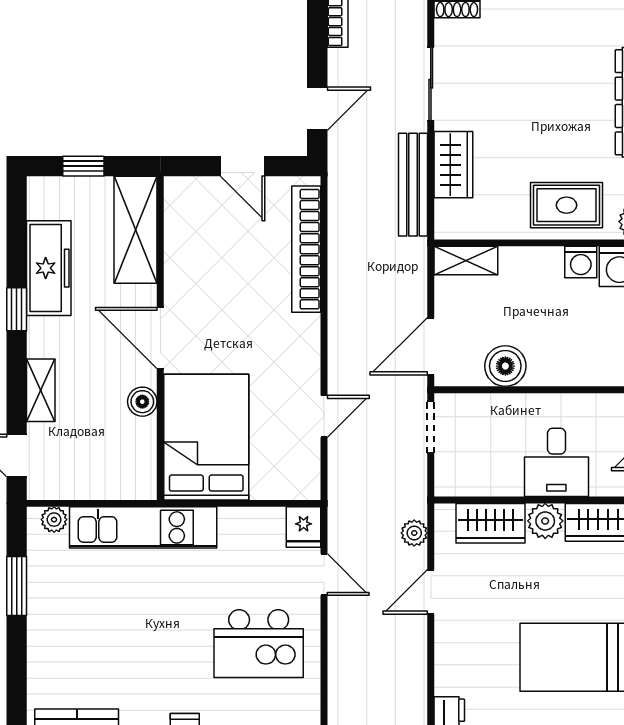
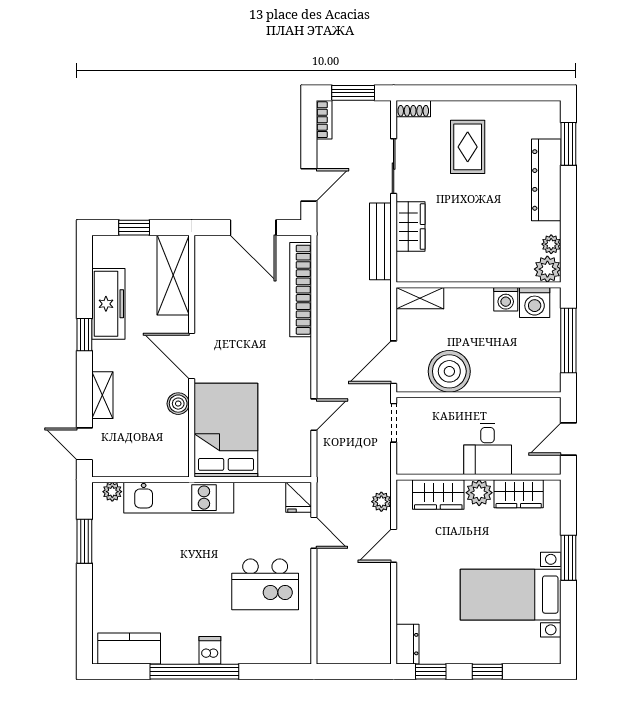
door: (243, 166) -> (253, 228), width x1.38
rug: (567, 205) -> (468, 147), moved, turned 90
boiler: (505, 366) -> (449, 371), width x1.37, depth x1.37

